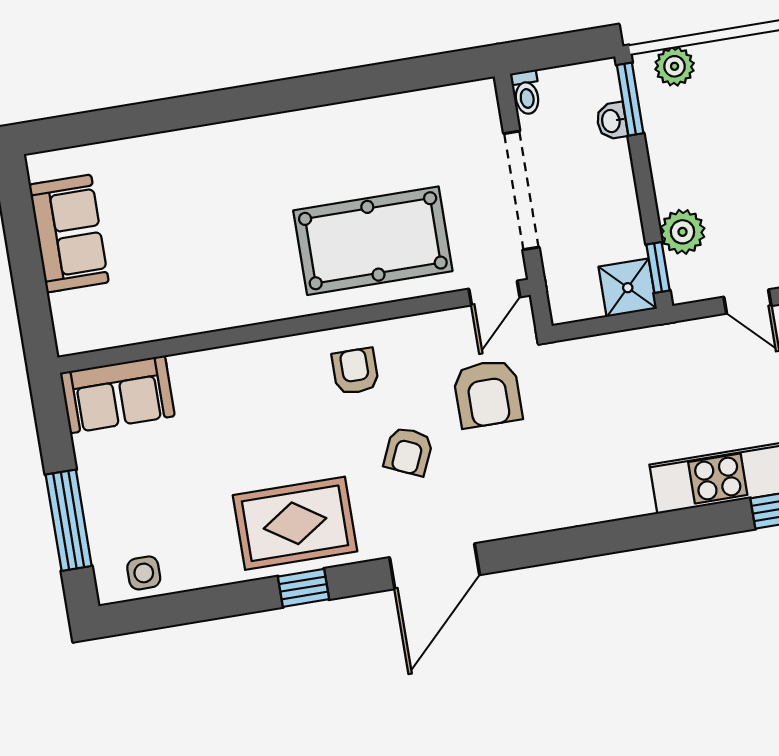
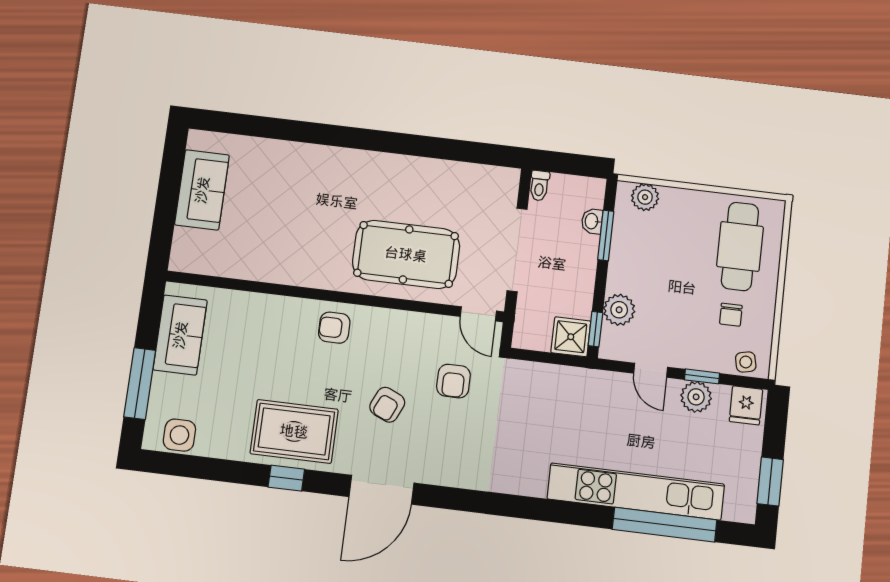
window: (630, 99) -> (606, 236), moved
door: (494, 293) -> (478, 314), hinge flipped
armchair: (355, 371) -> (334, 328), moved, turned -90
sofa: (117, 394) -> (180, 335), moved, turned -90
armchair: (488, 394) -> (453, 381), width x0.72, depth x0.72
side table: (144, 573) -> (179, 435), width x1.37, depth x1.37

